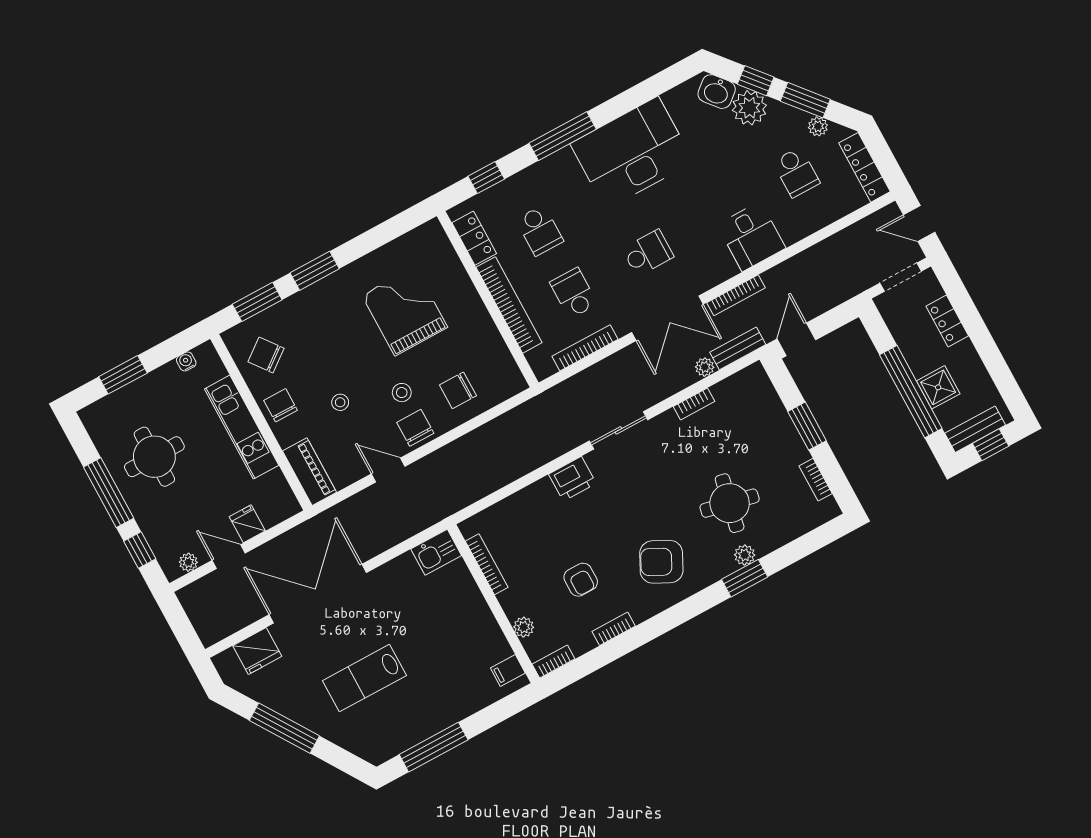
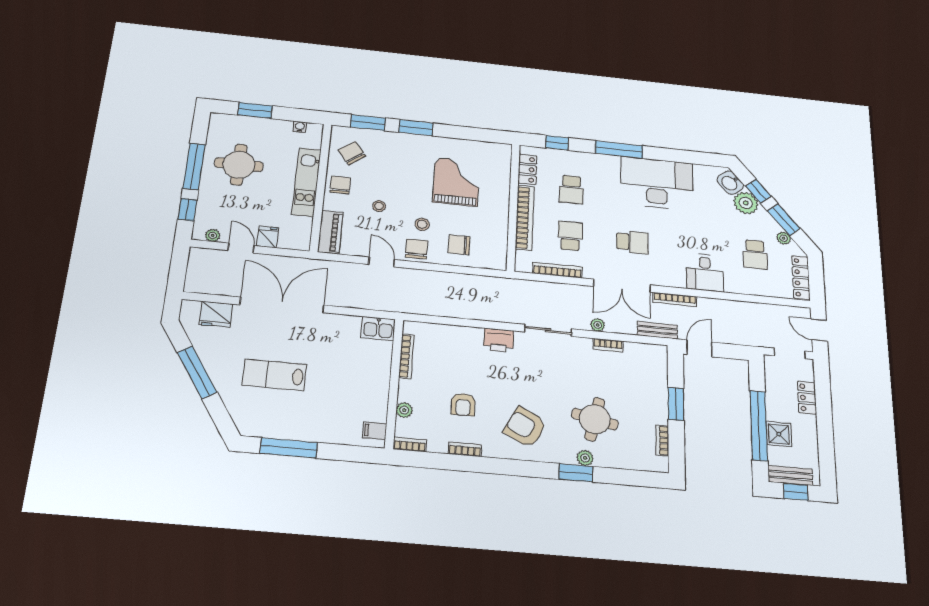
plant: (705, 367) -> (598, 325), moved

